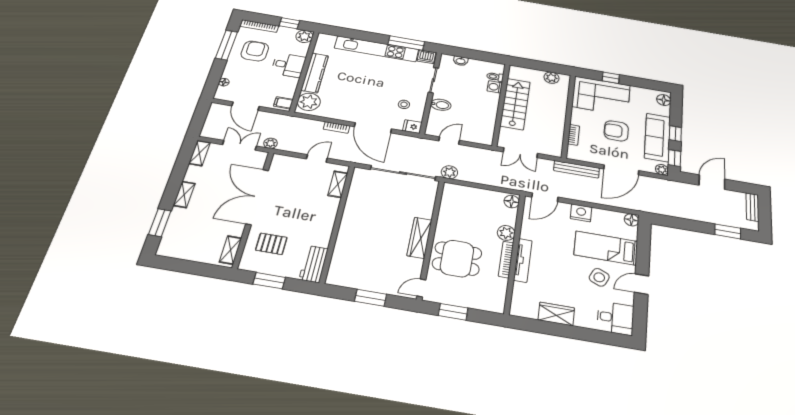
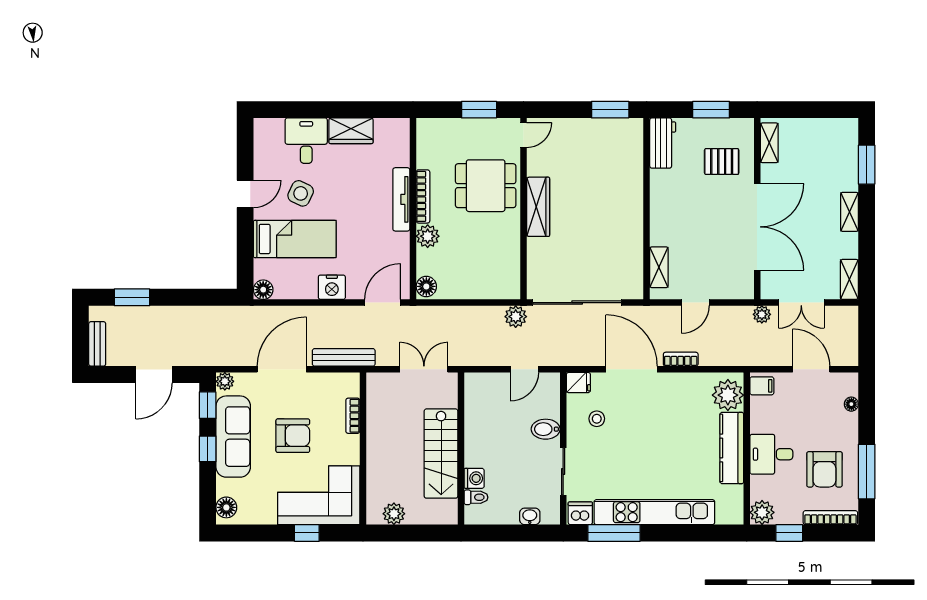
window: (371, 298) -> (610, 110), moved
desk: (615, 318) -> (306, 141), moved, turned 90

